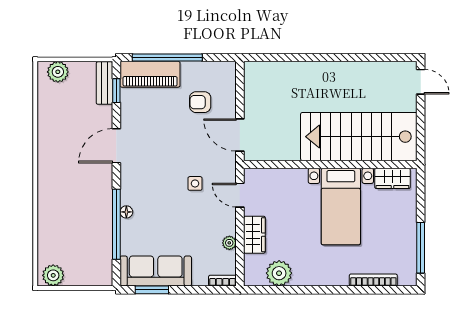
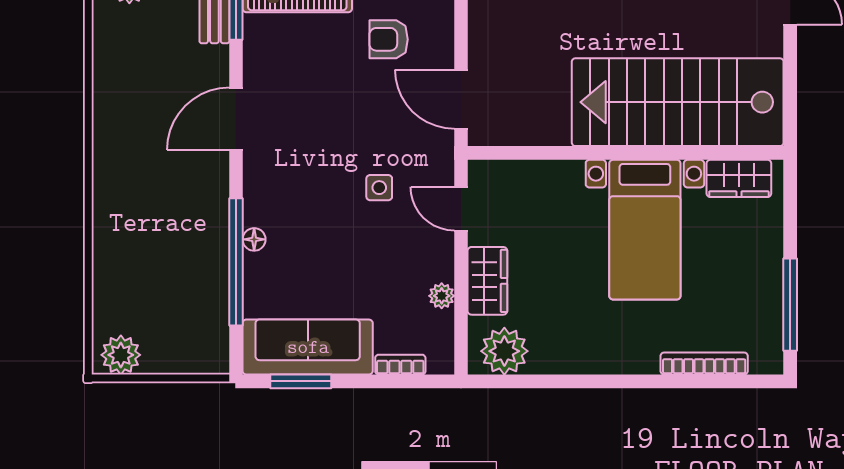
plant: (279, 273) -> (504, 351), moved
bookcase: (222, 281) -> (400, 365), moved

